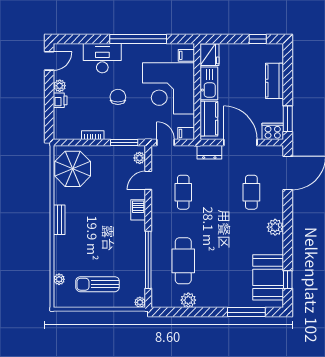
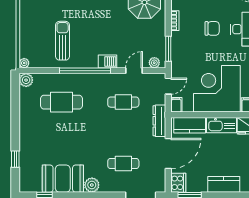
chair: (118, 97) -> (212, 28), moved
dresser: (209, 152) -> (159, 121), width x1.44
door: (148, 180) -> (134, 71), hinge flipped
window: (148, 260) -> (85, 71), moved
booth: (268, 277) -> (63, 179), moved
sun lounger: (98, 284) -> (63, 41), moved
plant: (188, 300) -> (26, 80), moved
window: (246, 312) -> (15, 159), width x0.46

